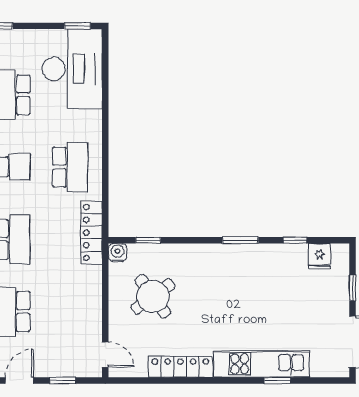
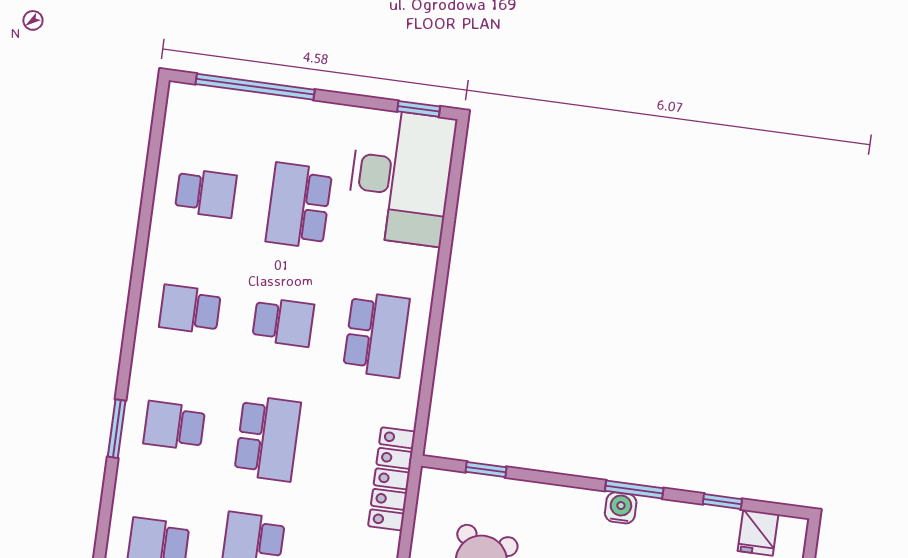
locker: (92, 232) -> (392, 479), moved
water cooler: (117, 253) -> (621, 508), moved

